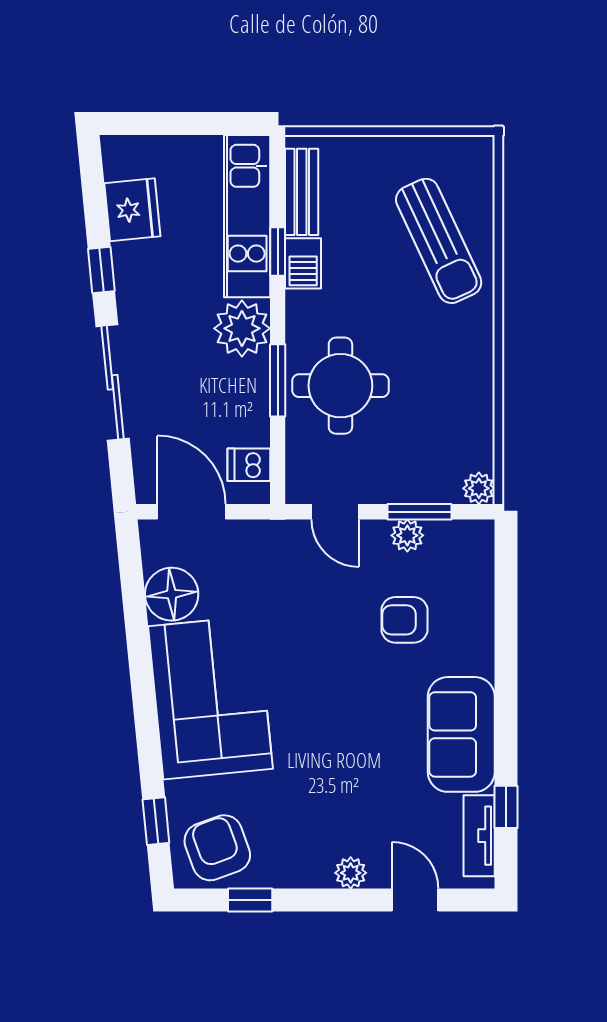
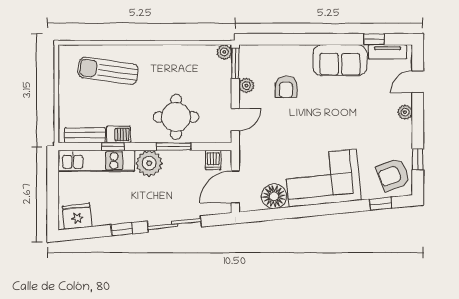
fridge: (132, 210) -> (77, 216), moved
sun lounger: (439, 241) -> (108, 71), turned -147
window: (419, 512) -> (235, 63), moved

